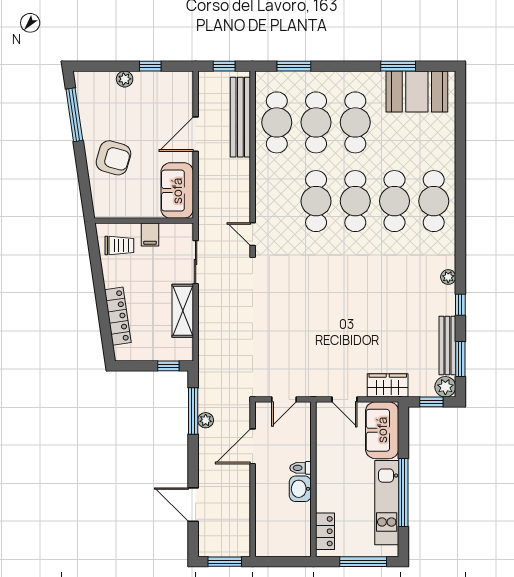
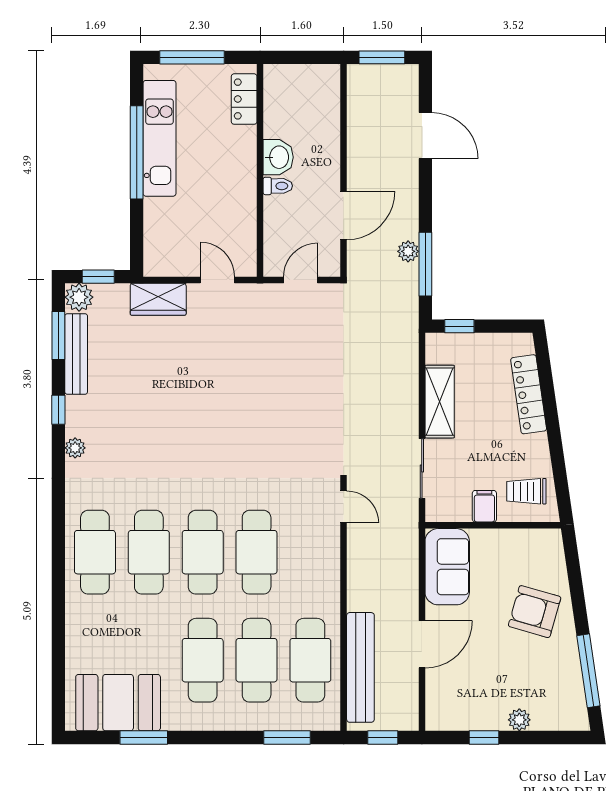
sofa: (382, 430) -> (166, 238), removed

